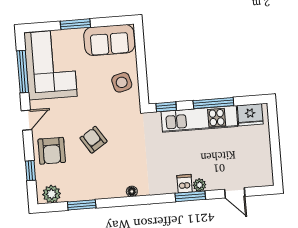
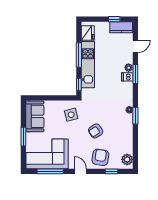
side table: (122, 82) -> (71, 115), moved
armchair: (52, 151) -> (100, 157), turned -81
window: (276, 156) -> (114, 19), added
kitchen counter: (263, 167) -> (121, 27), added
window: (82, 205) -> (135, 116), moved

